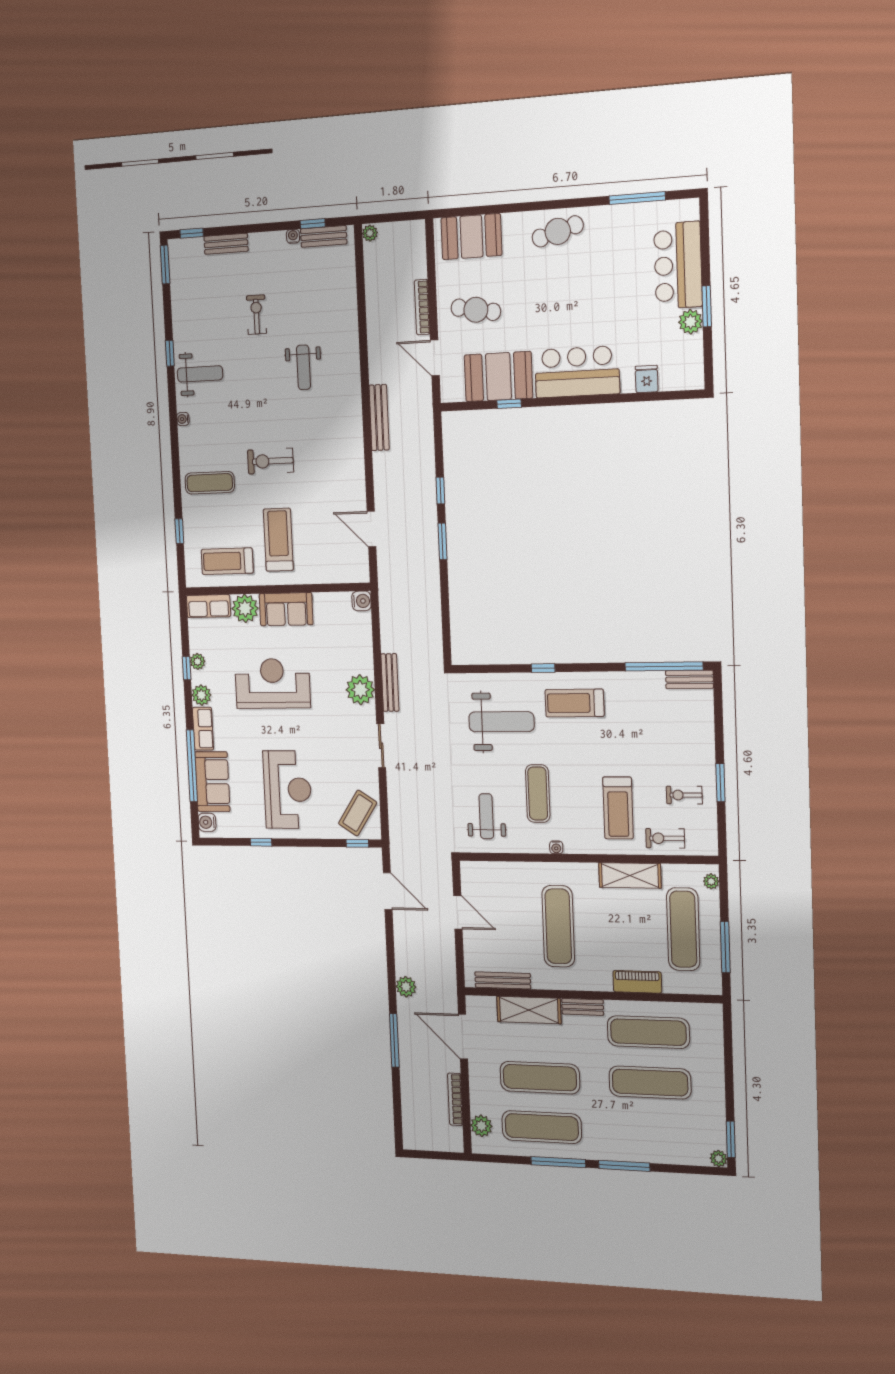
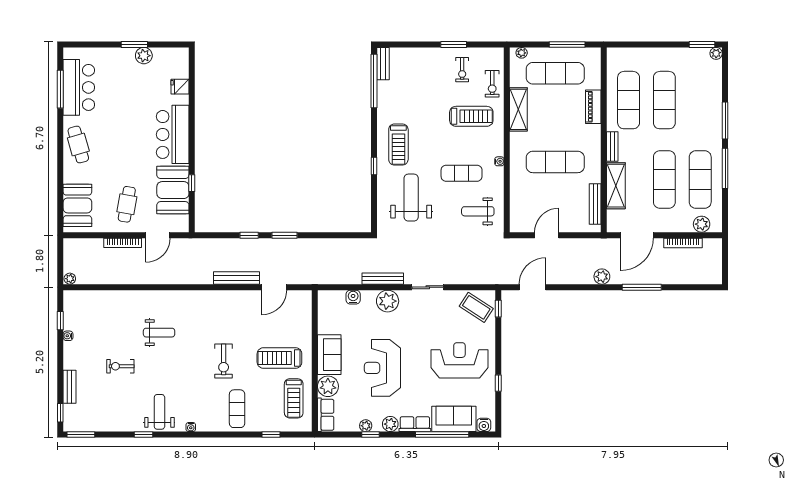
bench: (324, 236) -> (70, 313), removed
bar counter: (678, 265) -> (79, 87), moved, turned -90
bench: (379, 418) -> (236, 278), moved
water cooler: (361, 601) -> (353, 297), moved

